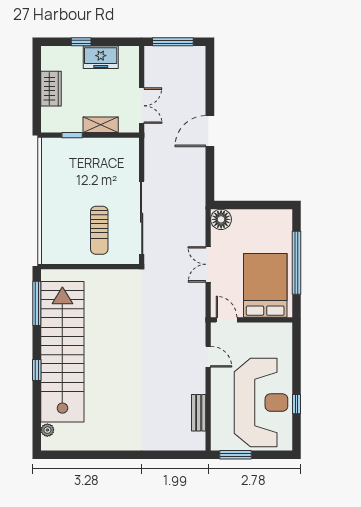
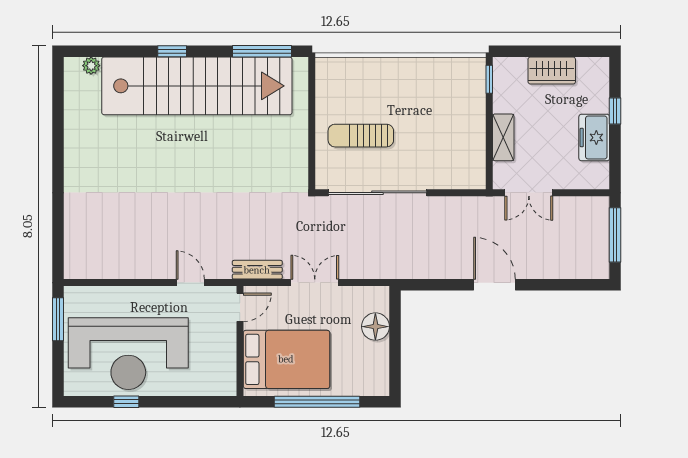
window: (72, 135) -> (489, 79), moved
floor lamp: (221, 219) -> (375, 327), moved
door: (208, 357) -> (190, 283), swing flipped
bench: (199, 413) -> (257, 270), moved

